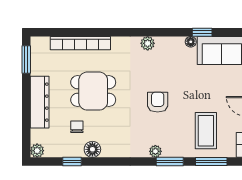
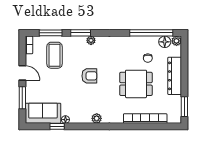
armchair: (158, 102) -> (89, 76), turned -90
floor lamp: (92, 149) -> (165, 42), moved
window: (72, 162) -> (151, 33), width x3.17

